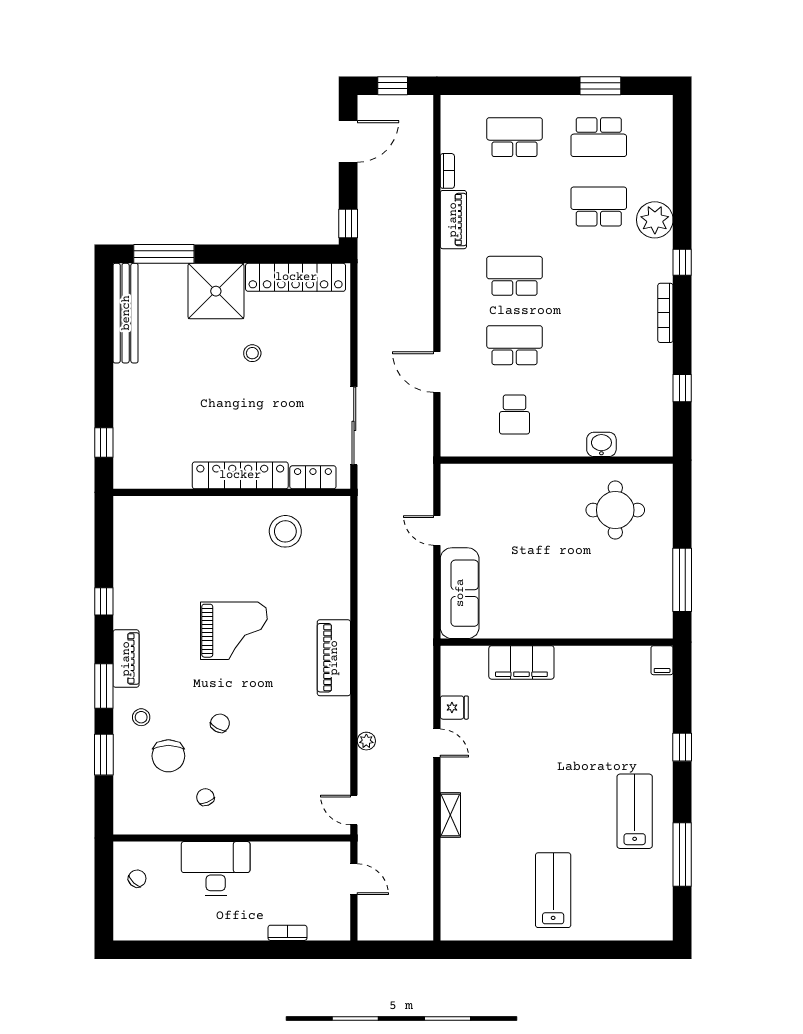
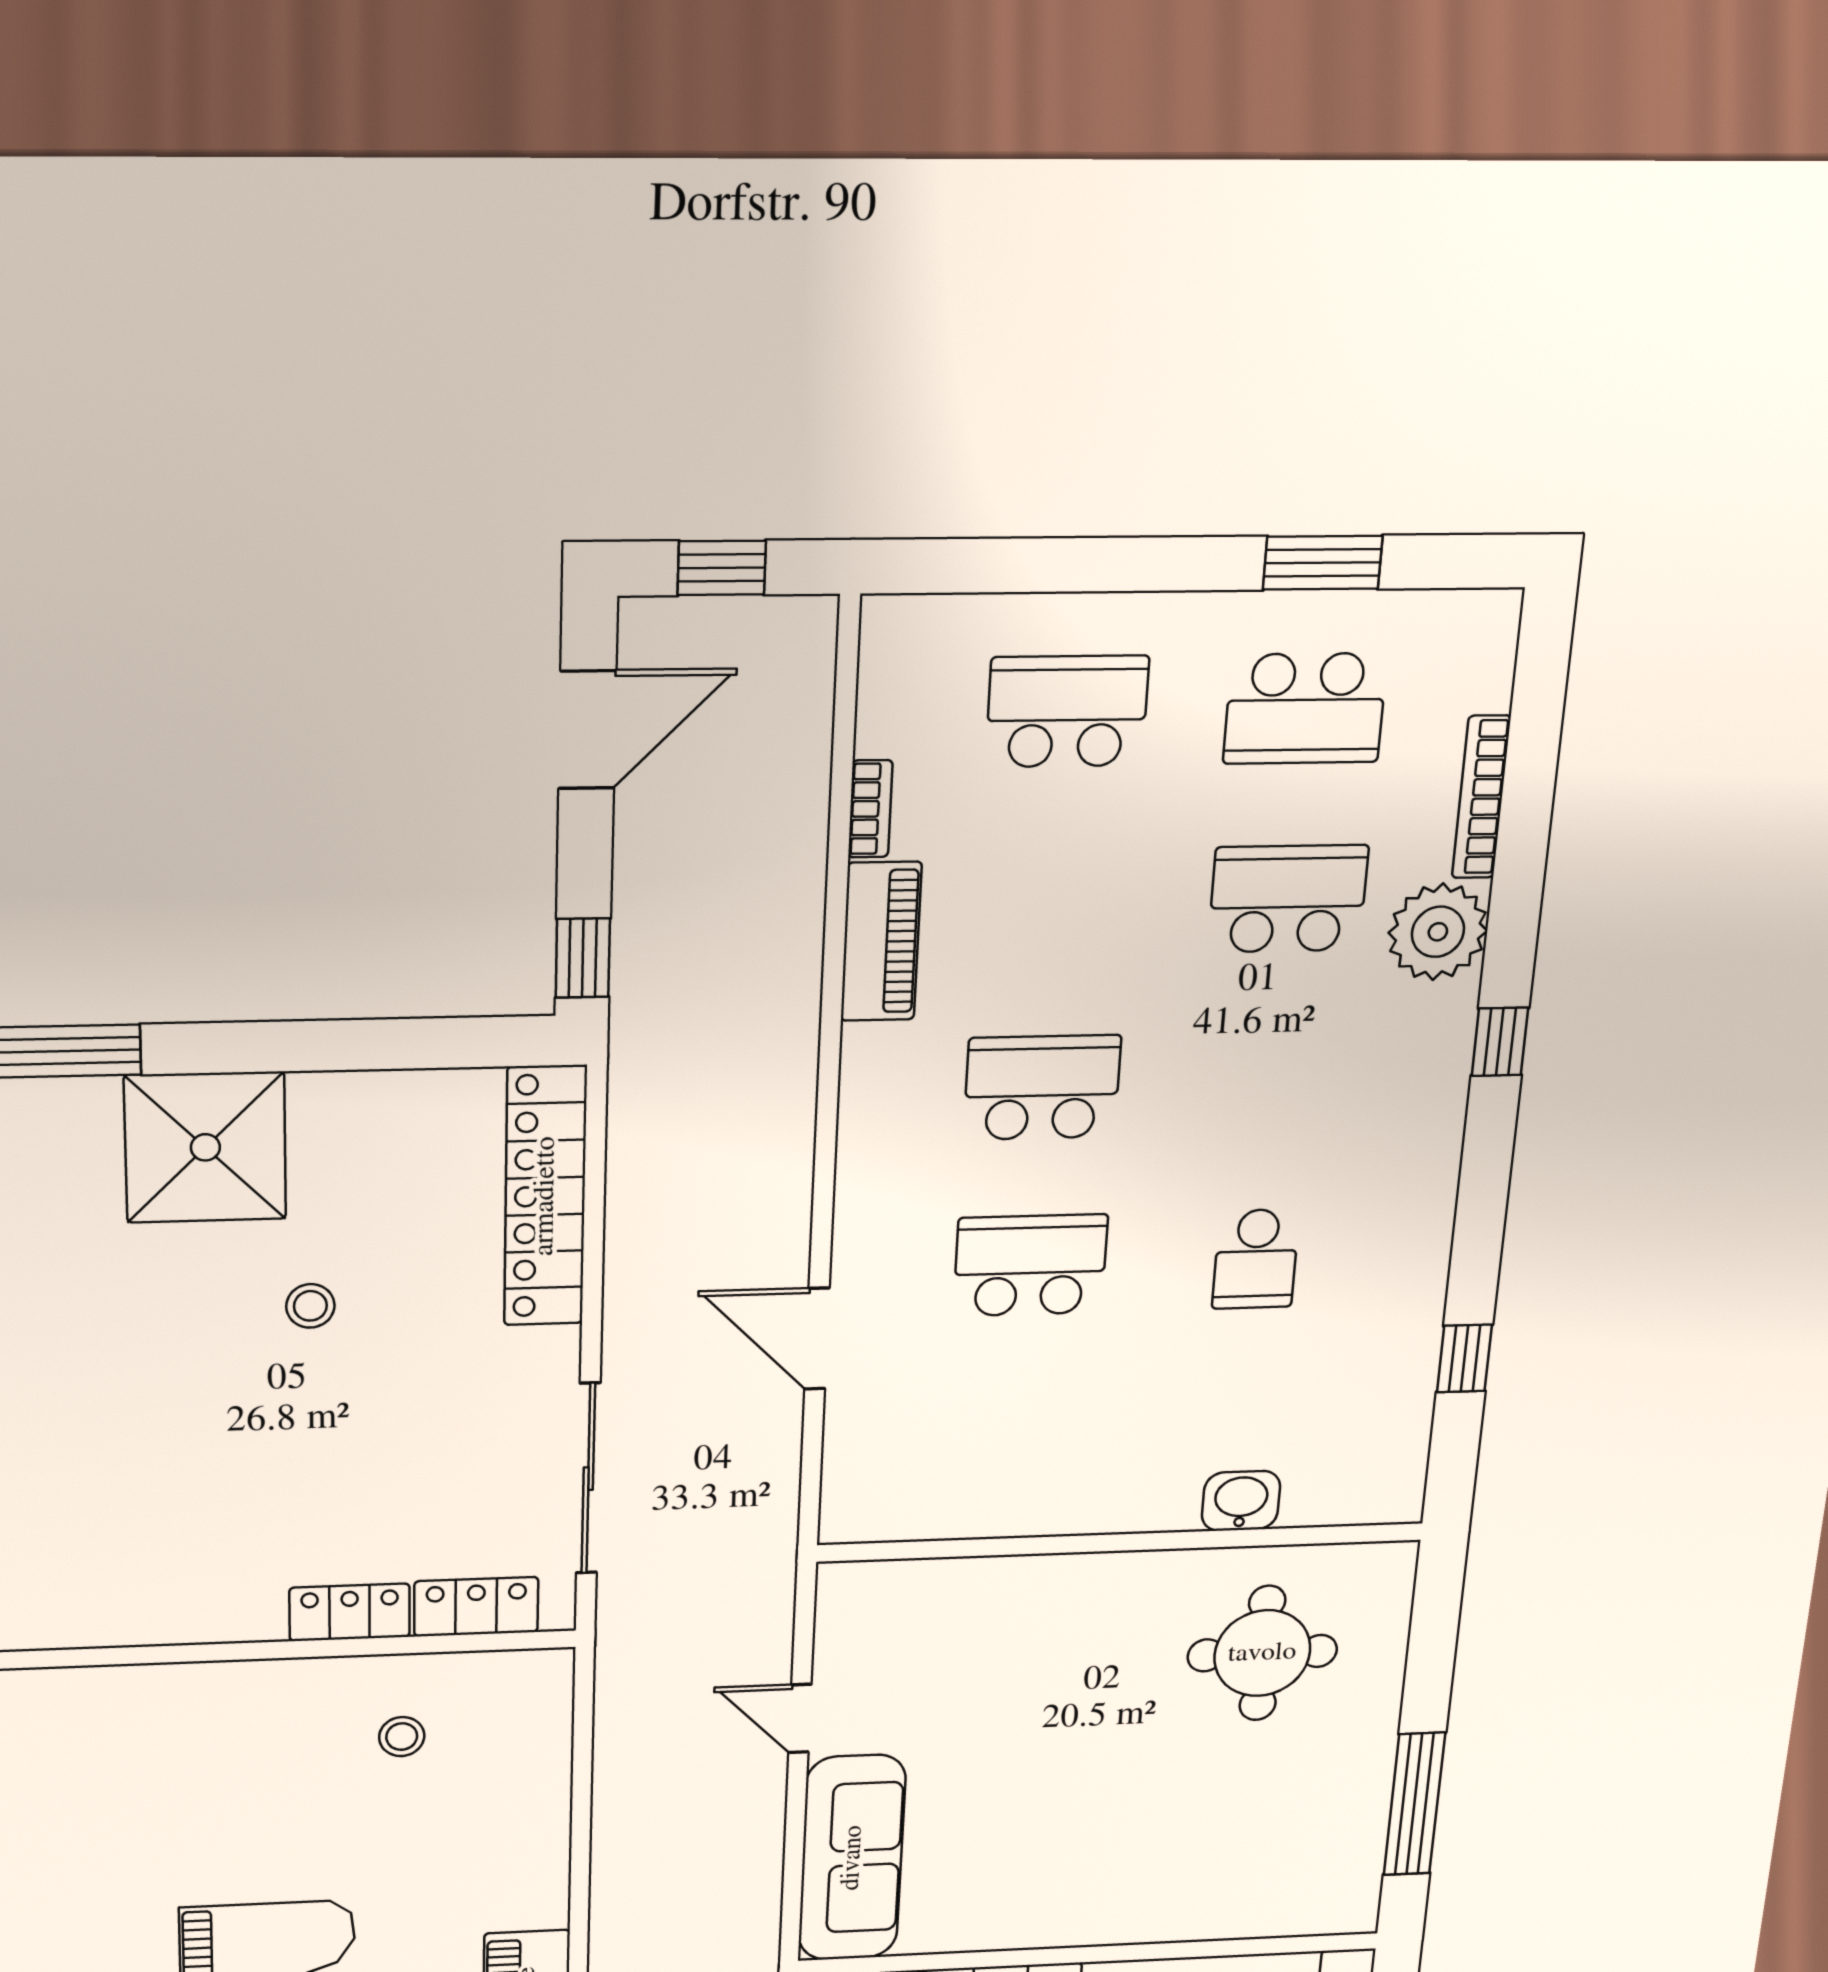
locker: (296, 277) -> (545, 1196), moved, turned 90
bookcase: (665, 313) -> (1481, 797), moved
school desk: (515, 415) -> (1256, 1259), moved
locker: (240, 475) -> (350, 1612), width x0.46, depth x0.83
stool: (285, 531) -> (402, 1737), width x0.53, depth x0.53

